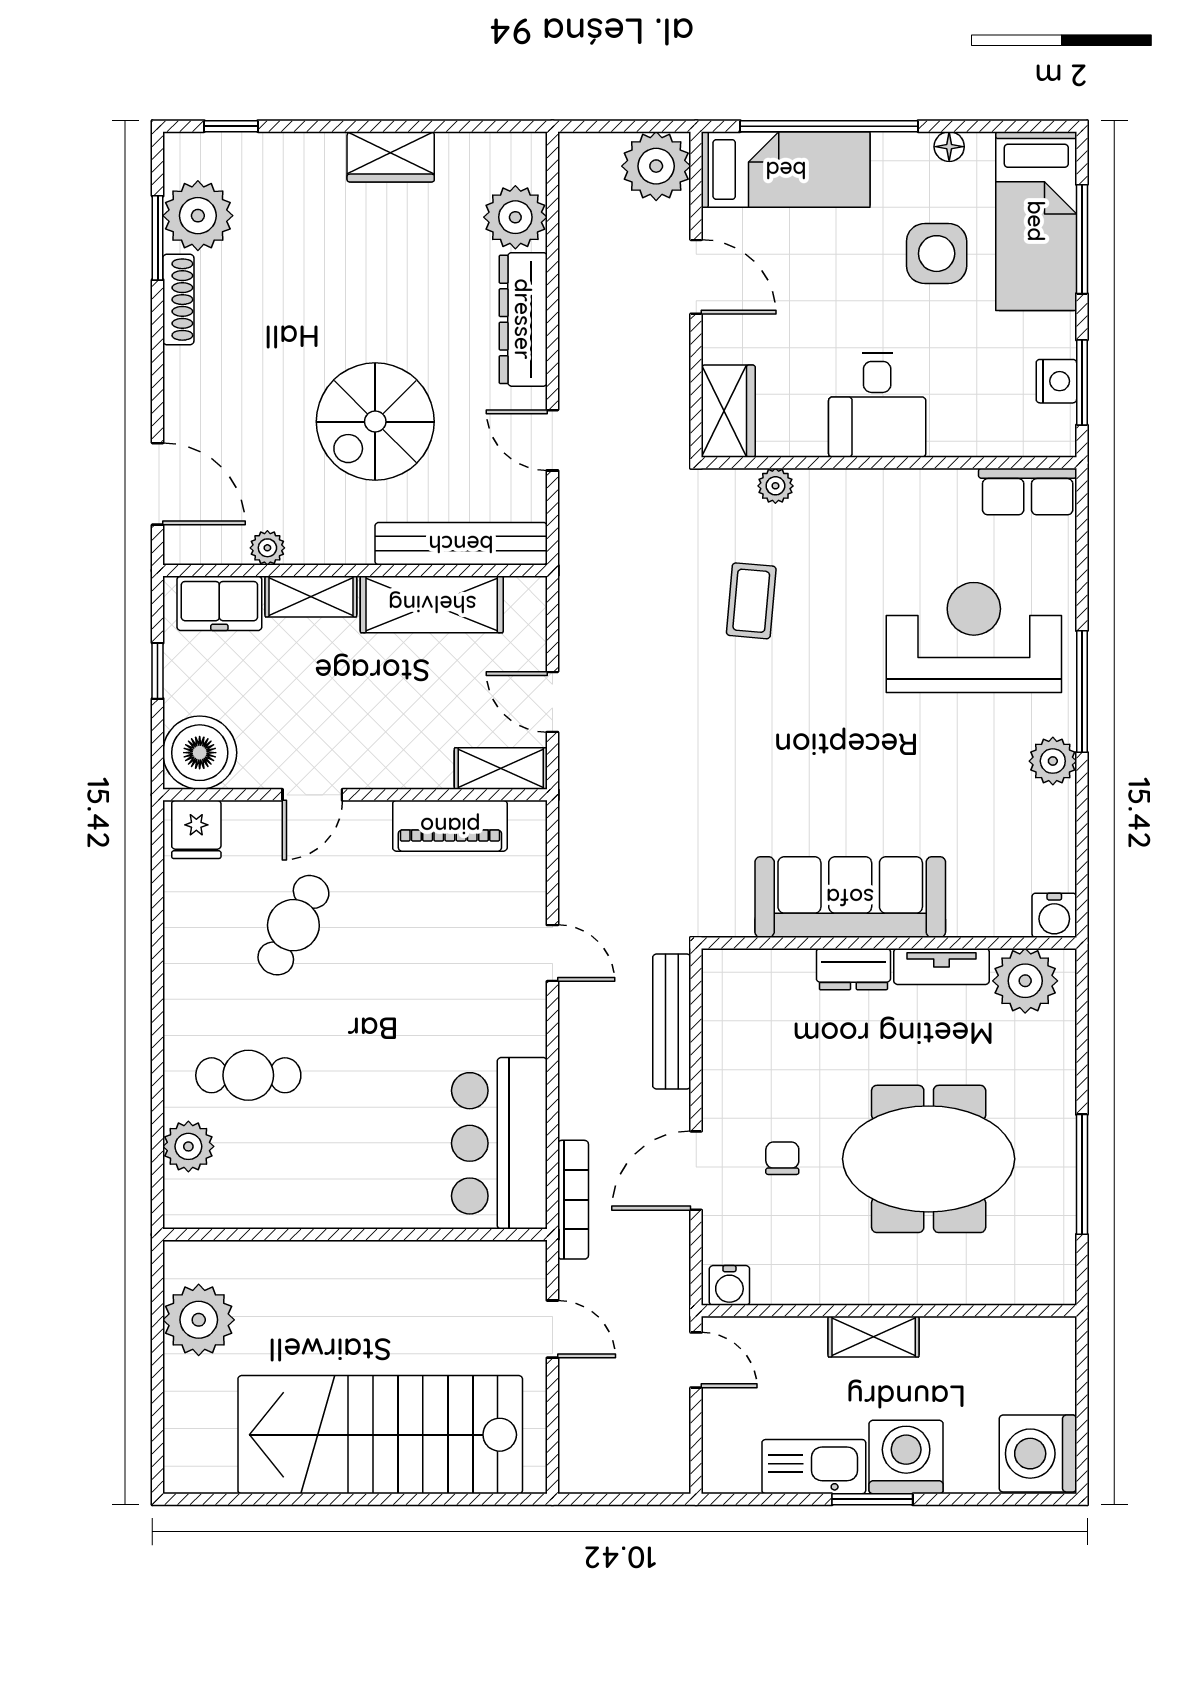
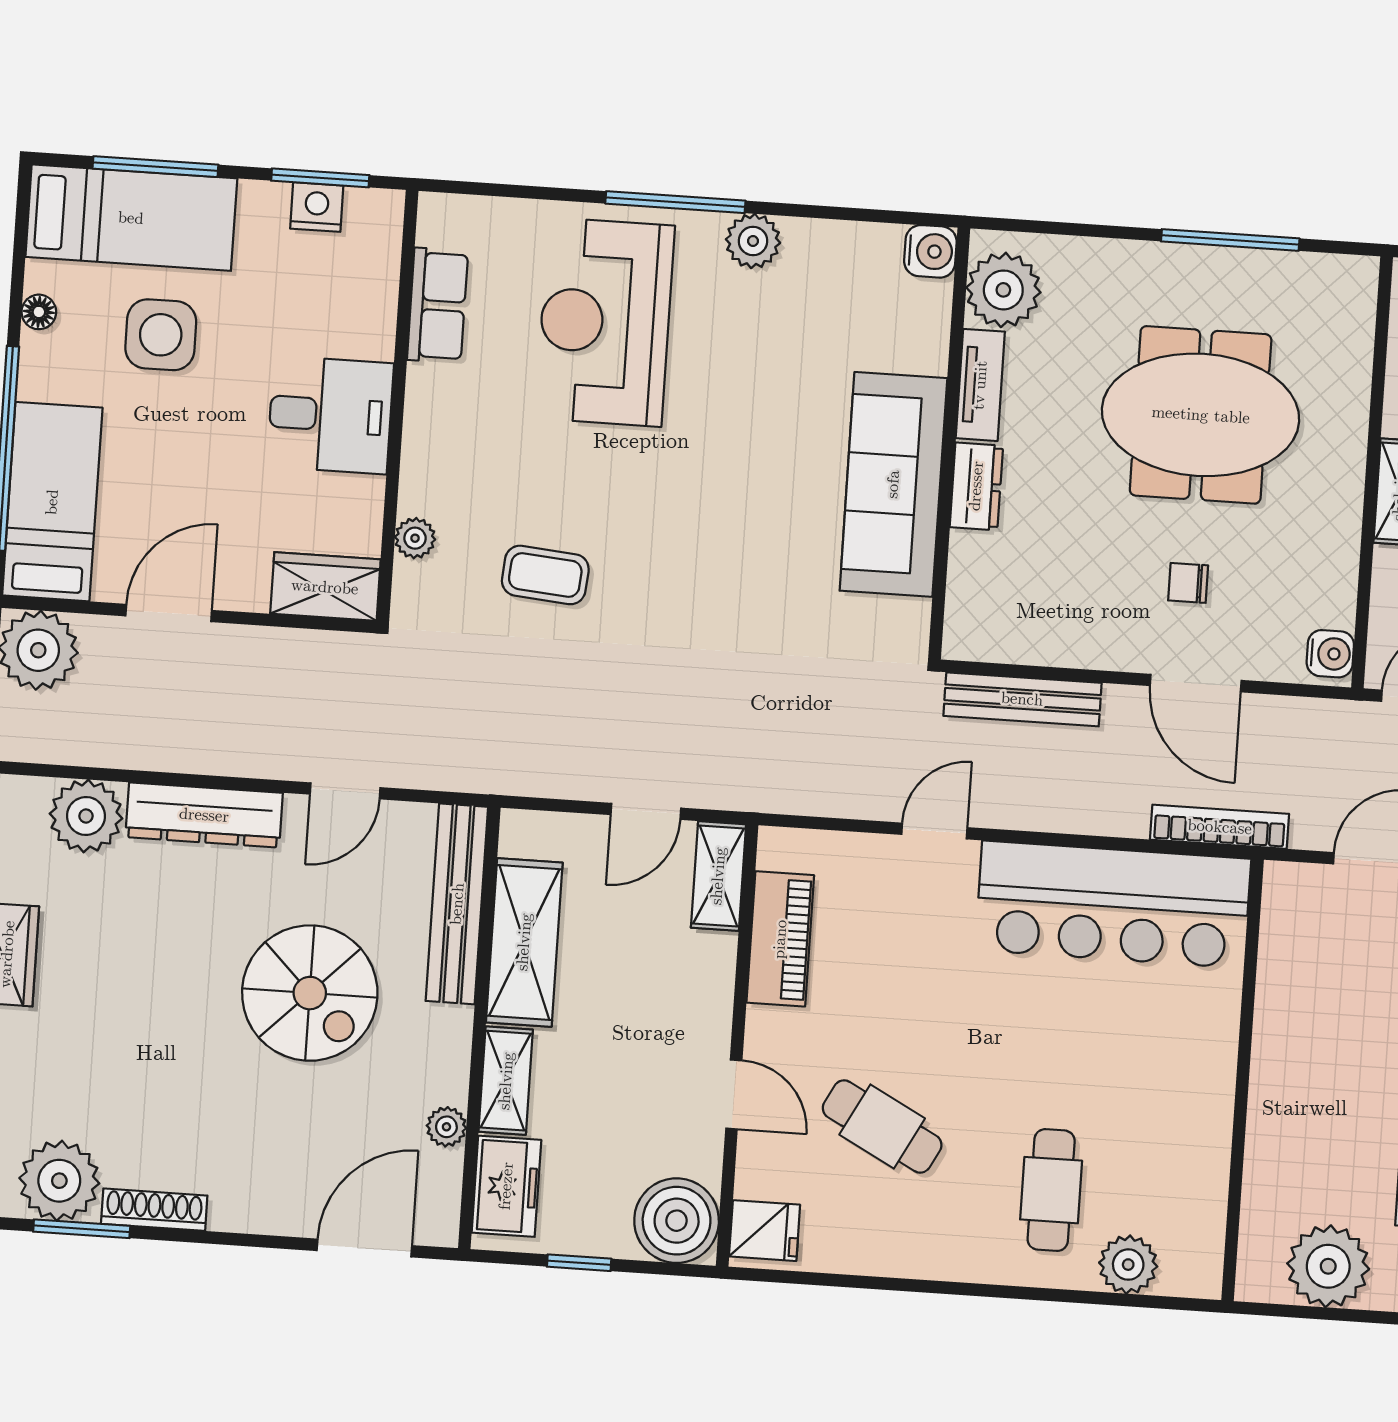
row of seats: (1028, 492) -> (438, 305), moved
bar counter: (499, 1143) -> (1113, 904), width x1.36
meeting table: (929, 1159) -> (1201, 415), turned 90

